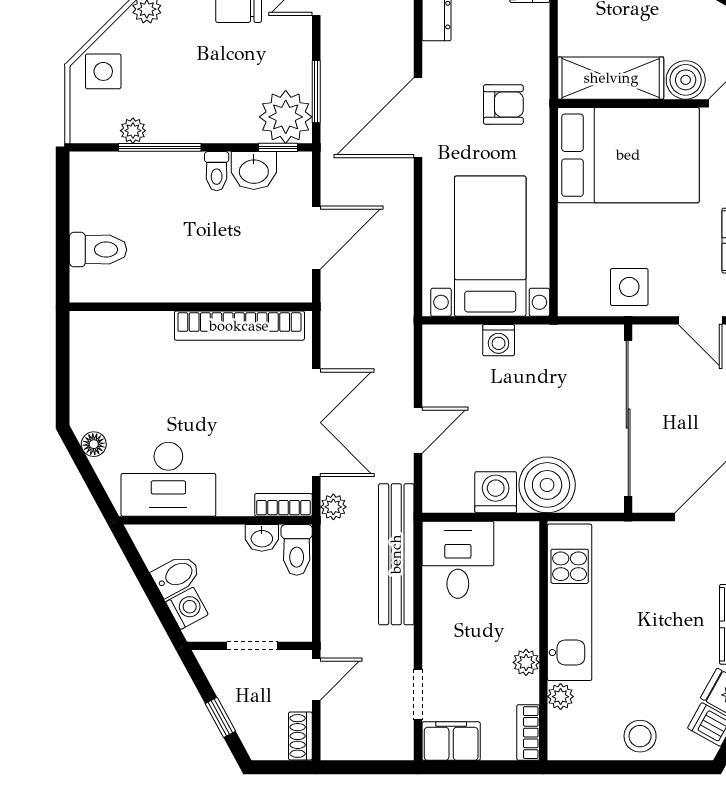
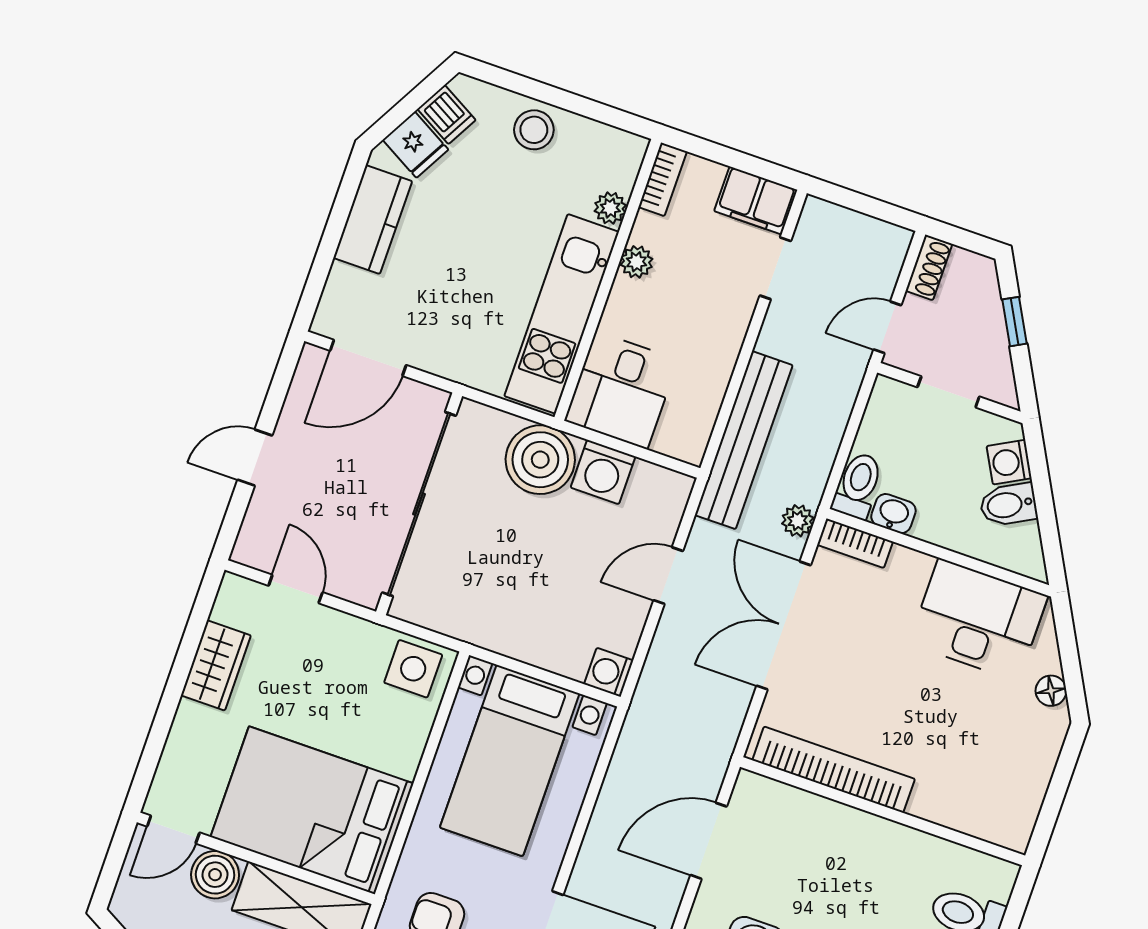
side table: (629, 287) -> (413, 669), moved
washing machine: (499, 340) -> (609, 672), moved, turned -90
desk: (458, 560) -> (621, 390), moved

